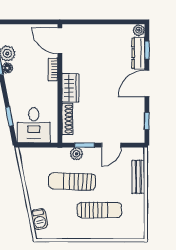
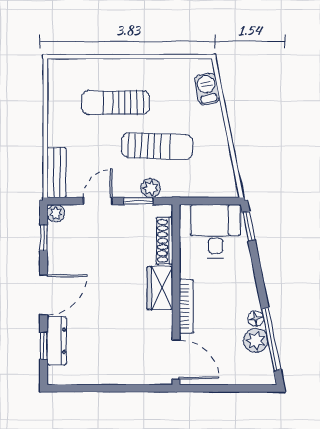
plant: (139, 30) -> (56, 213), moved
bookcase: (53, 69) -> (186, 306), width x1.56
window: (9, 116) -> (249, 226), moved
bench: (138, 177) -> (57, 172), moved

